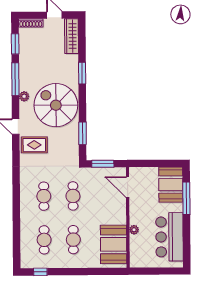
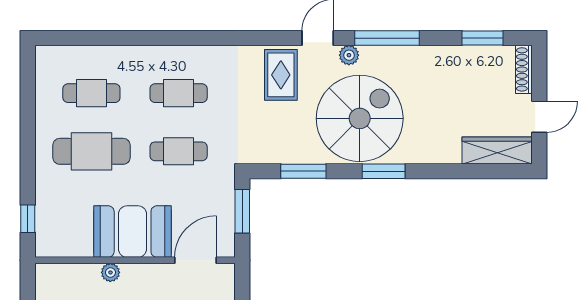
window: (82, 73) -> (384, 171), moved
window: (15, 79) -> (387, 38), moved
plant: (24, 96) -> (349, 55), moved
cafe table: (73, 240) -> (91, 151), width x1.37, depth x1.35
booth: (114, 244) -> (133, 232), moved
window: (40, 272) -> (28, 219), moved

